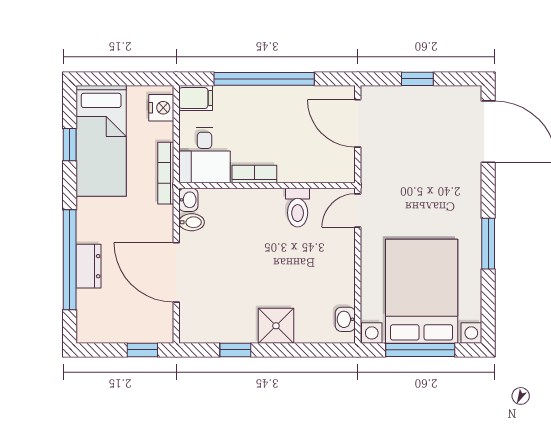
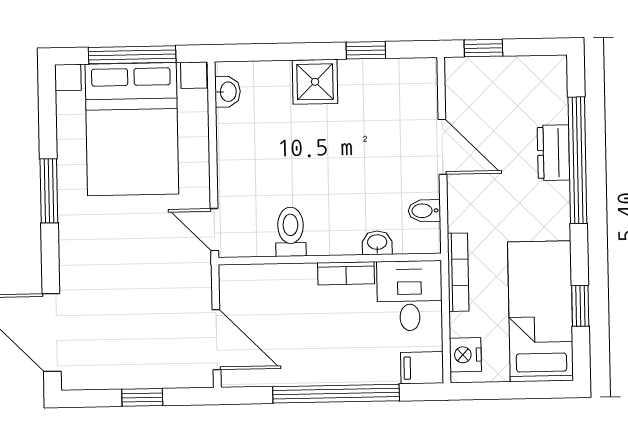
washbasin: (188, 200) -> (377, 243), moved, turned 90
door: (358, 211) -> (214, 230), swing flipped
door: (176, 272) -> (442, 147), width x0.73

